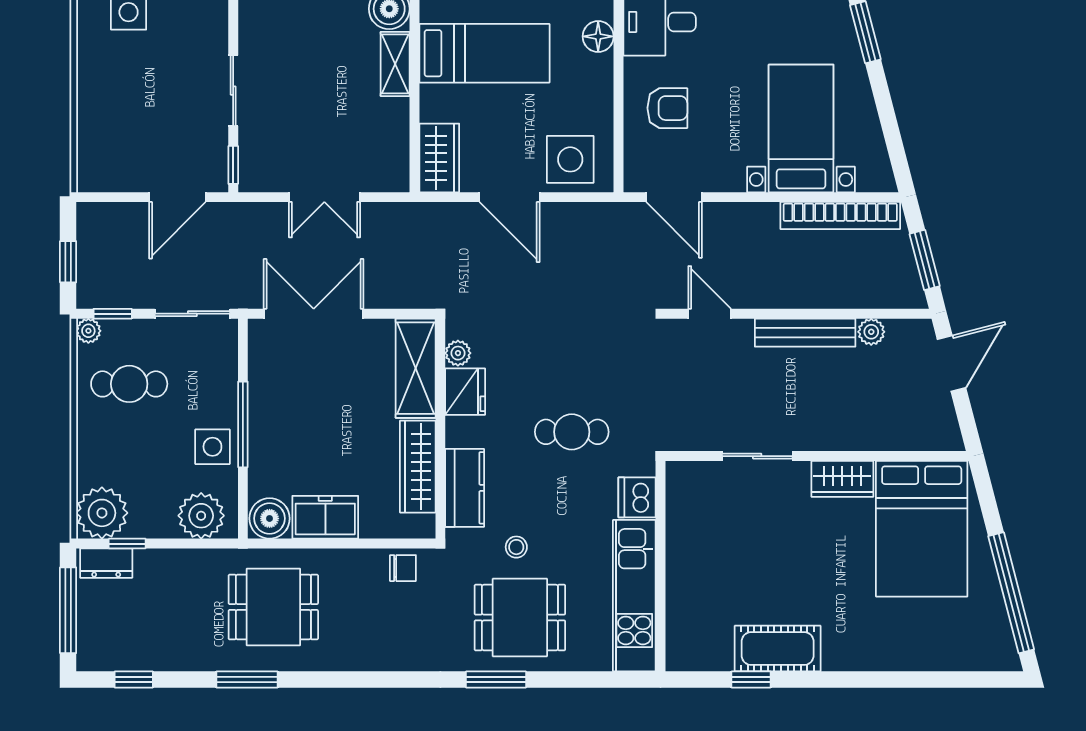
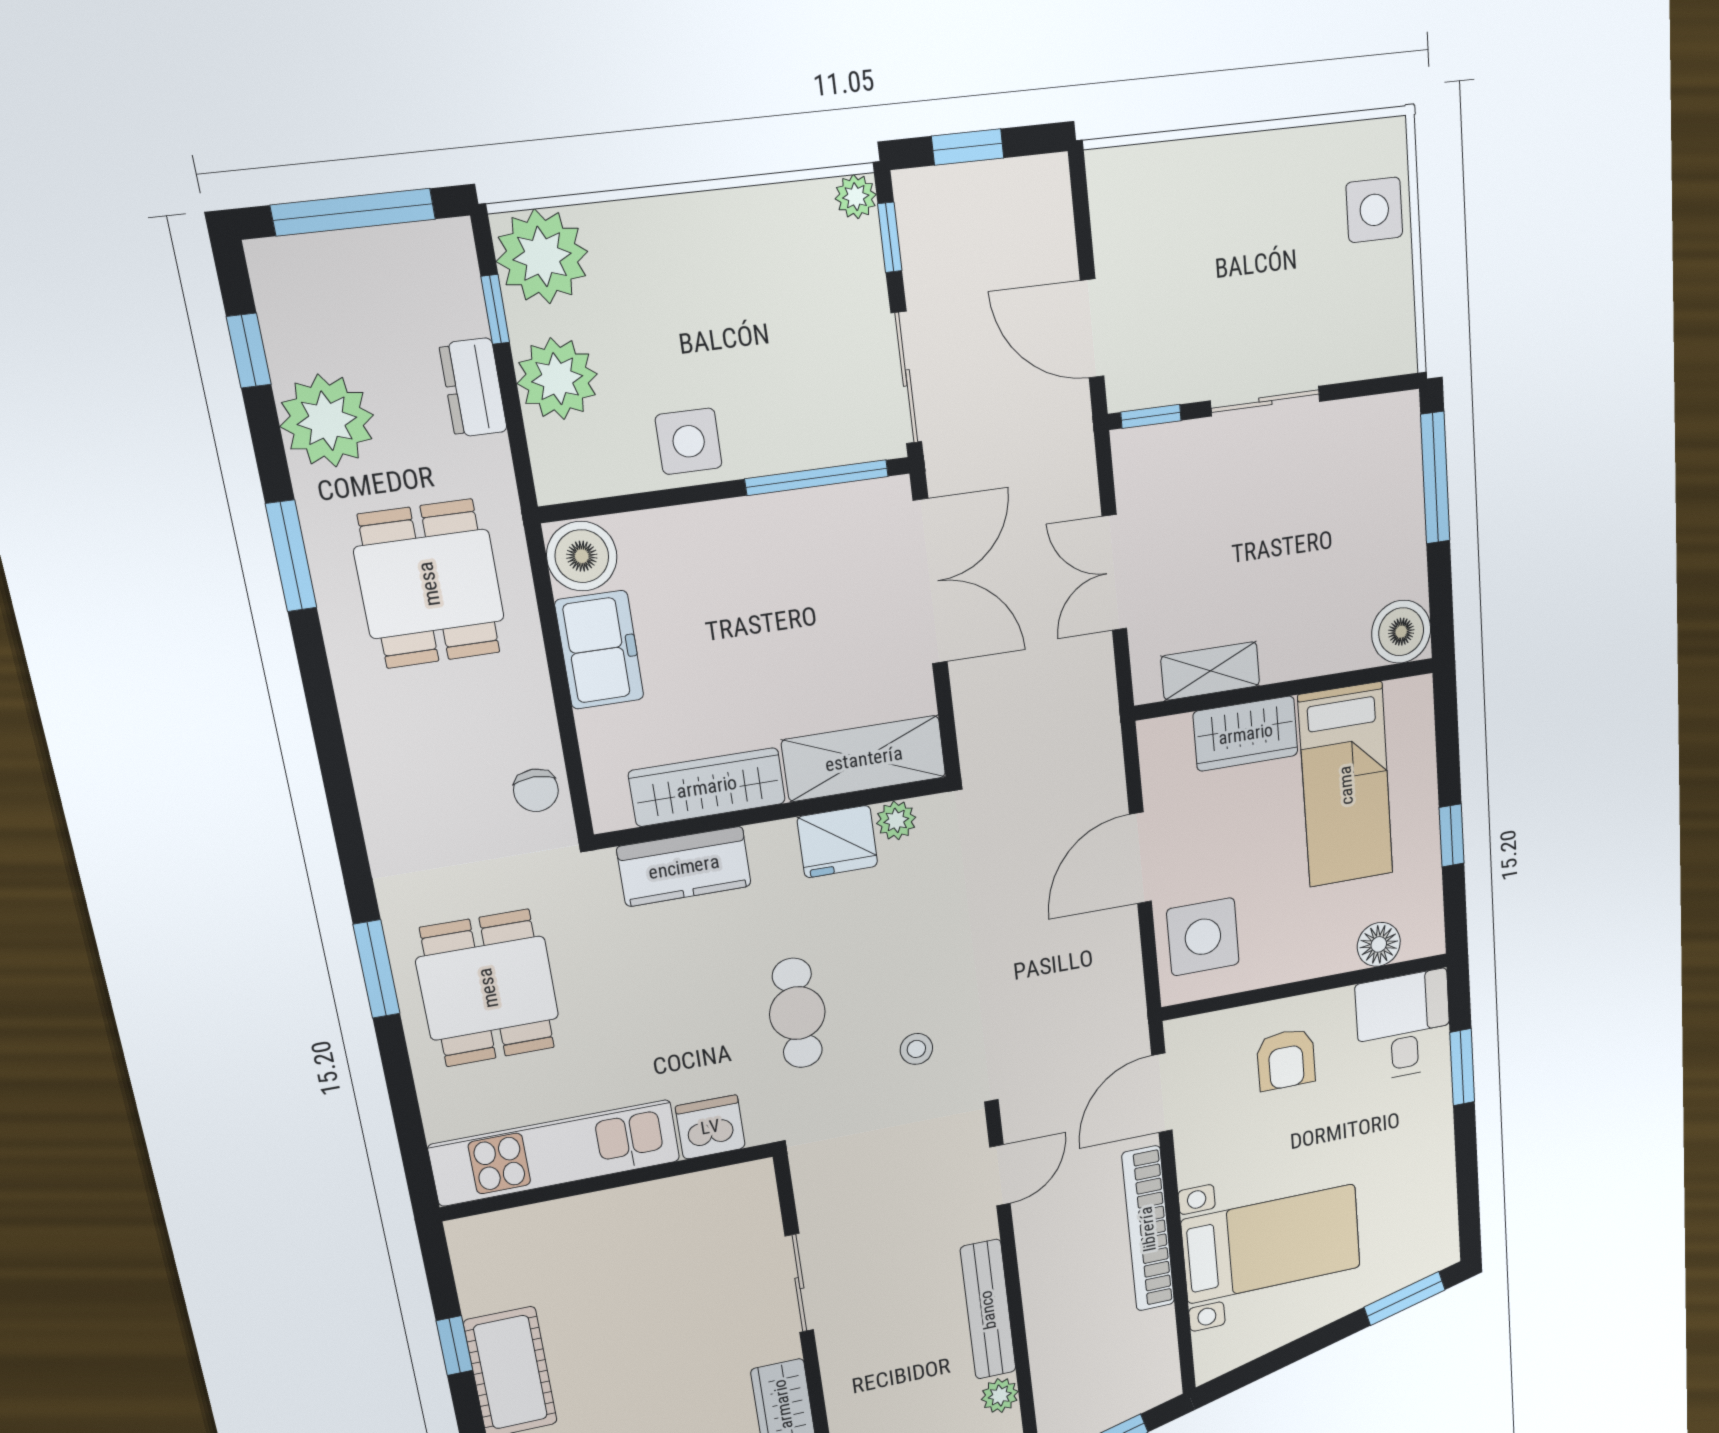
shelving: (395, 64) -> (1210, 671), moved
wardrobe: (439, 158) -> (1246, 734), moved
bookcase: (840, 216) -> (1148, 1229), moved
cafe table: (129, 384) -> (775, 281), removed
window: (243, 424) -> (817, 478), moved
plant: (201, 516) -> (557, 379), moved
stool: (516, 547) -> (916, 1049), moved
dresser: (106, 563) -> (473, 388), moved
plant: (176, 646) -> (327, 421), added

